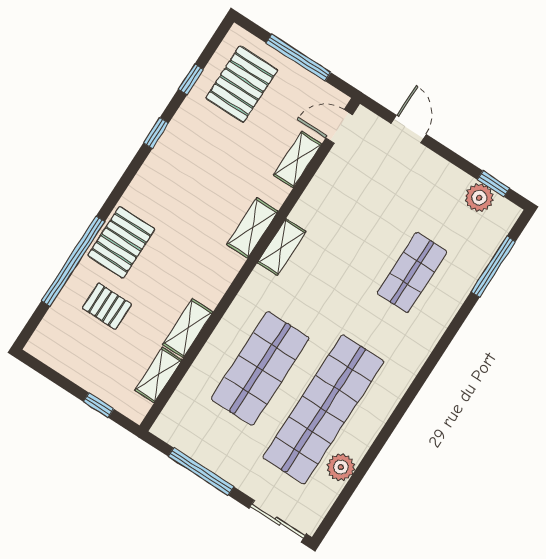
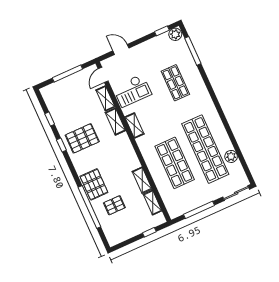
pallet: (242, 84) -> (82, 138), moved, turned 90
plant: (479, 198) -> (175, 34), moved
checkout: (345, 200) -> (132, 91), added
shelving: (252, 228) -> (115, 122), moved

